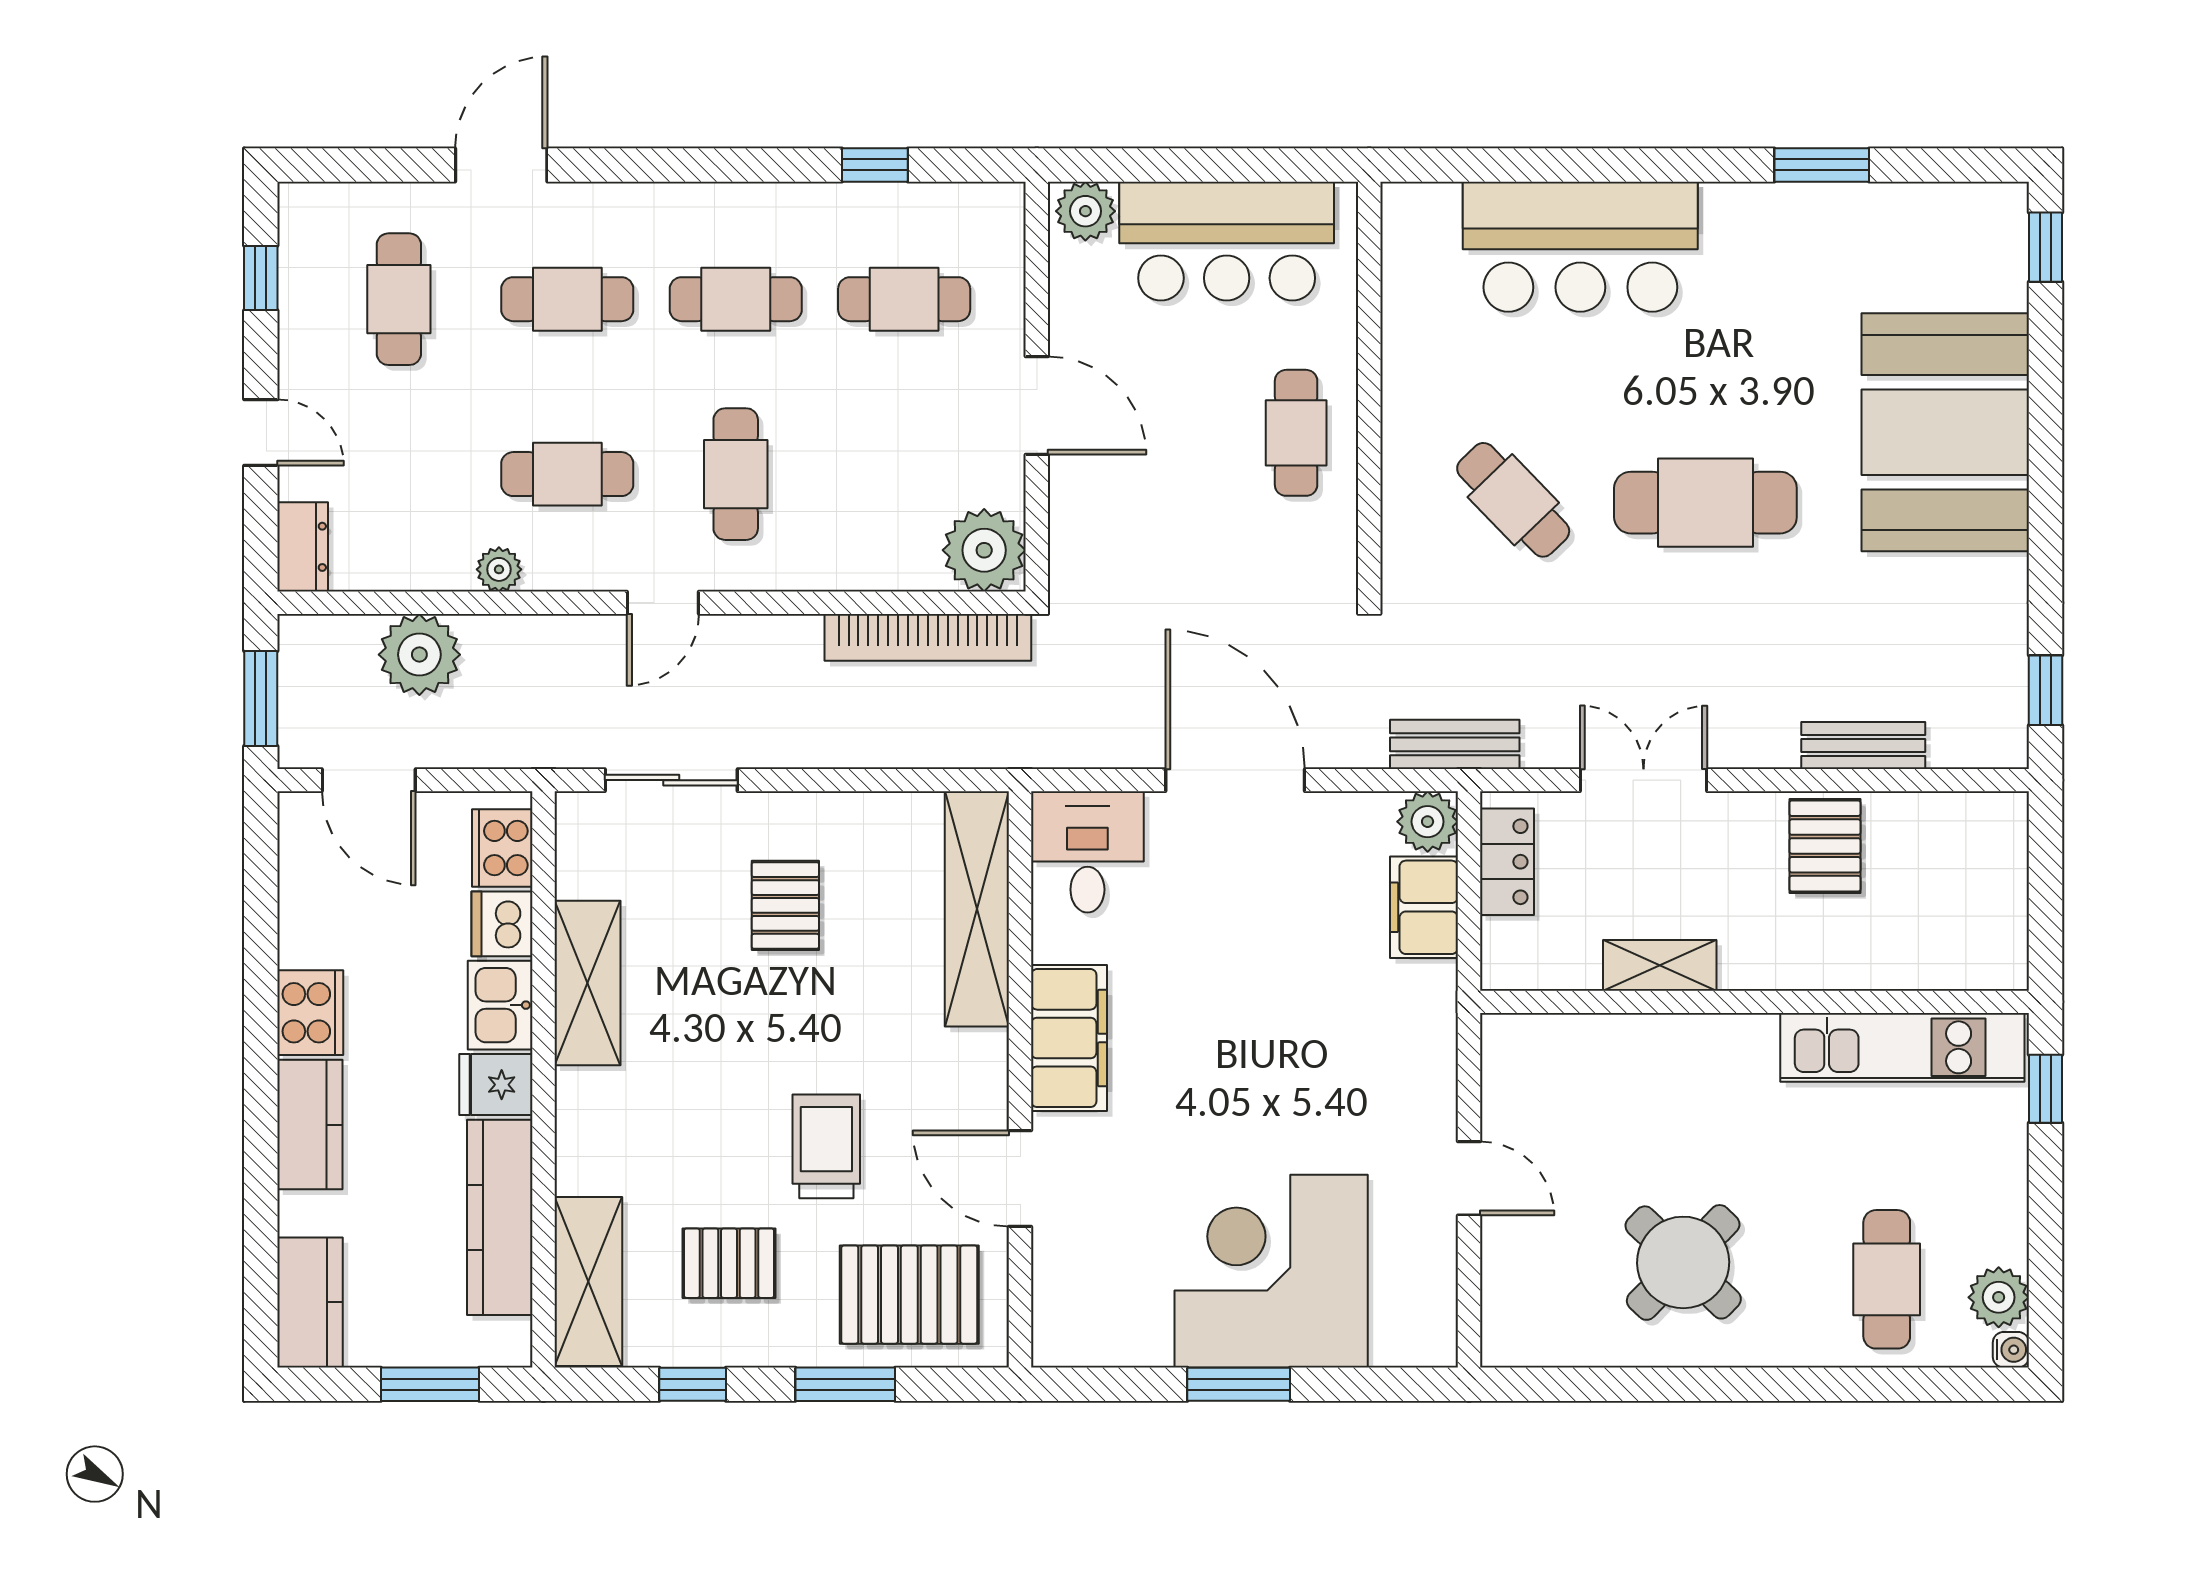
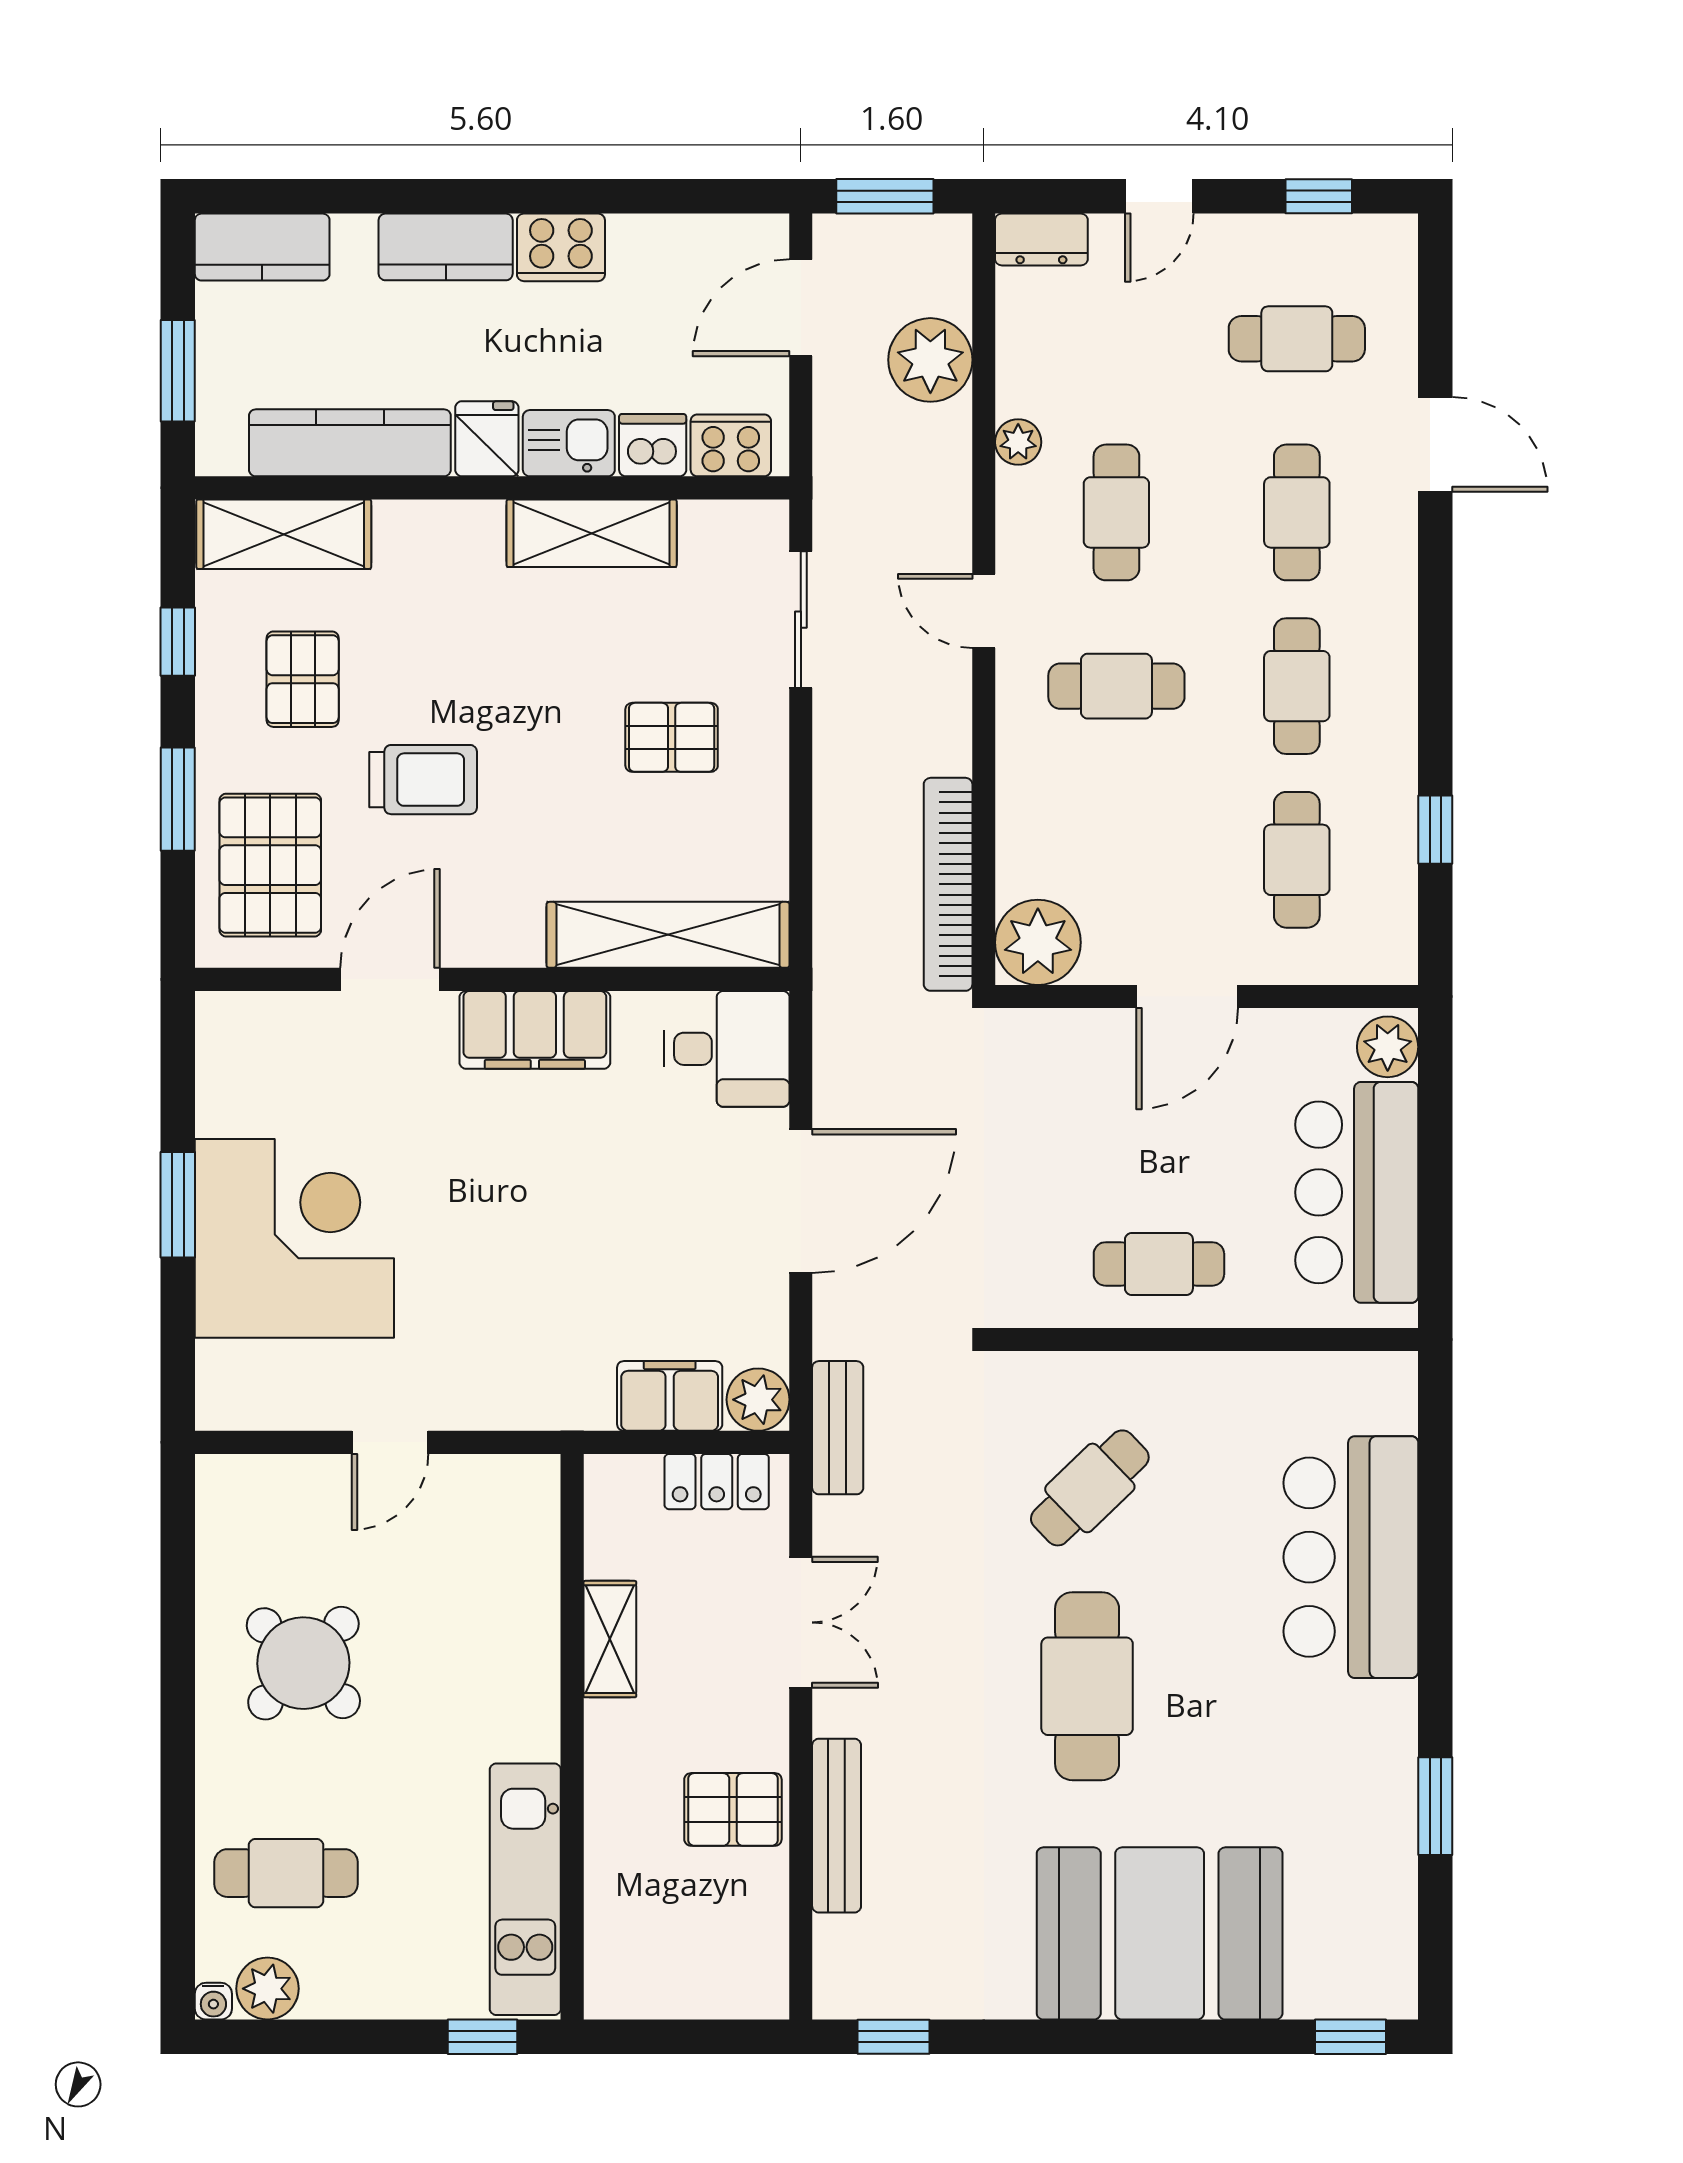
bench: (1863, 745) -> (837, 1826), width x1.36

